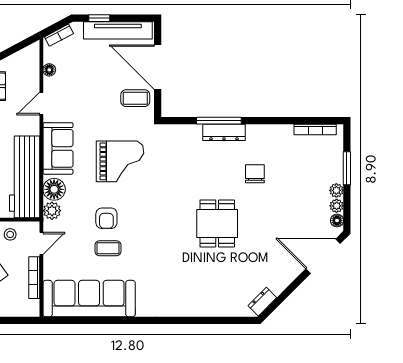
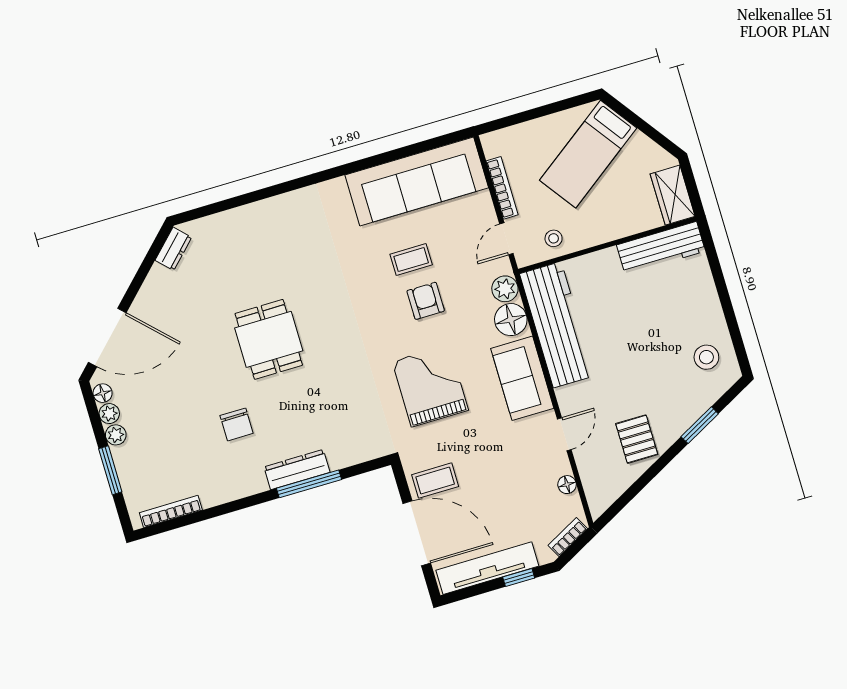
grand piano: (120, 161) -> (430, 386), turned 90

